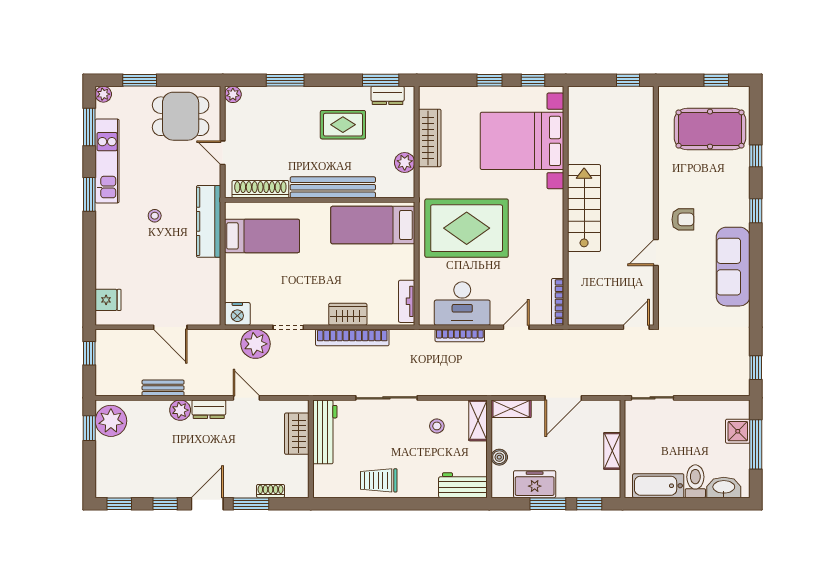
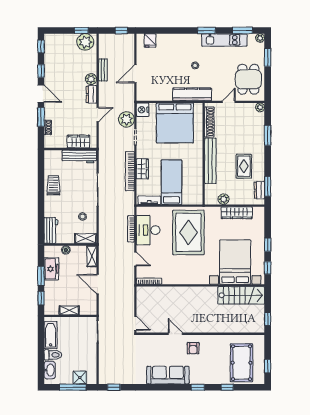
stairs: (584, 208) -> (241, 295), moved
bed: (373, 225) -> (172, 182), moved
bed: (262, 236) -> (175, 123), width x2.04

